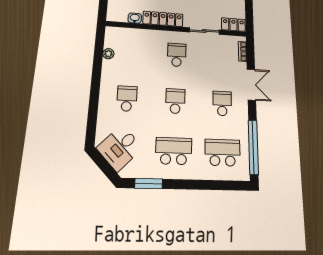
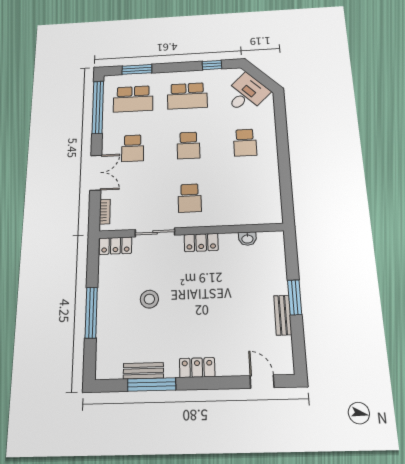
locker: (163, 19) -> (201, 242), width x0.66
plant: (108, 54) -> (274, 190), removed
double door: (251, 85) -> (96, 173), swing flipped
window: (149, 184) -> (212, 65), width x0.67
window: (220, 185) -> (137, 69), added

